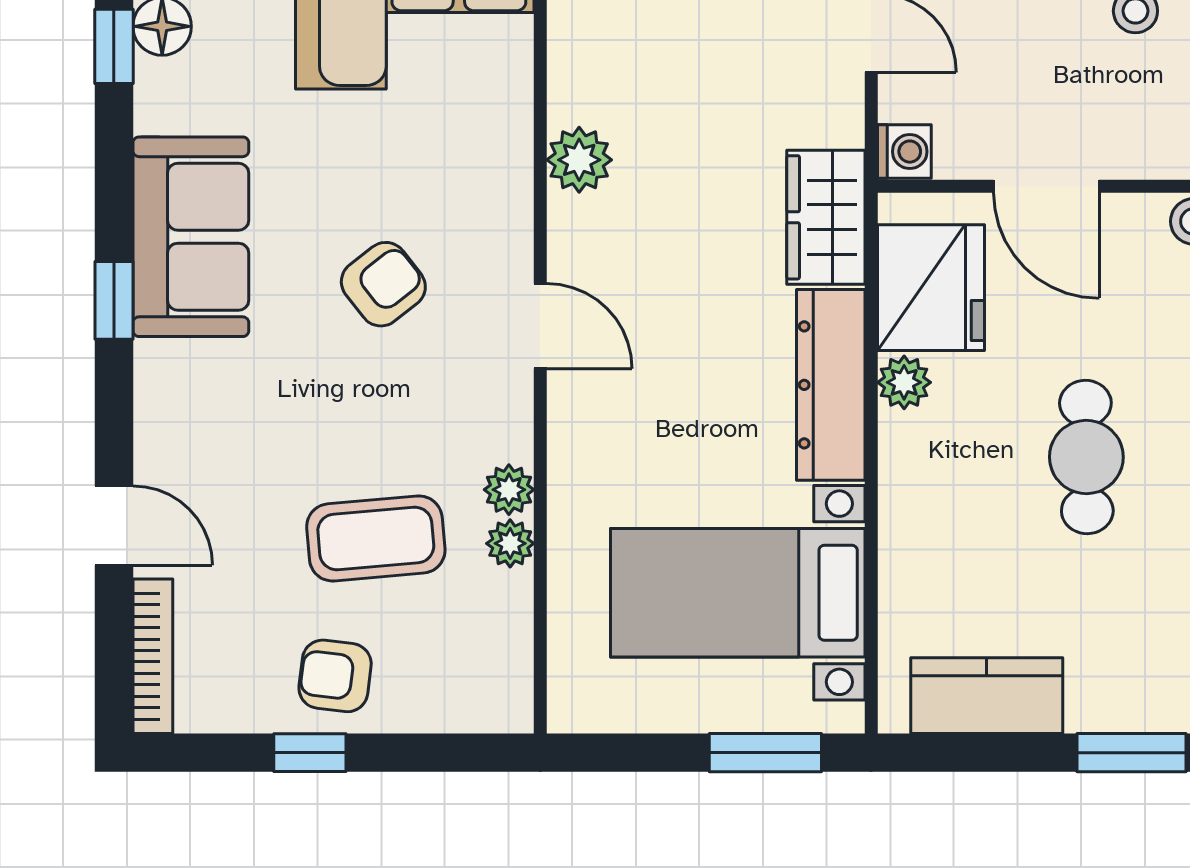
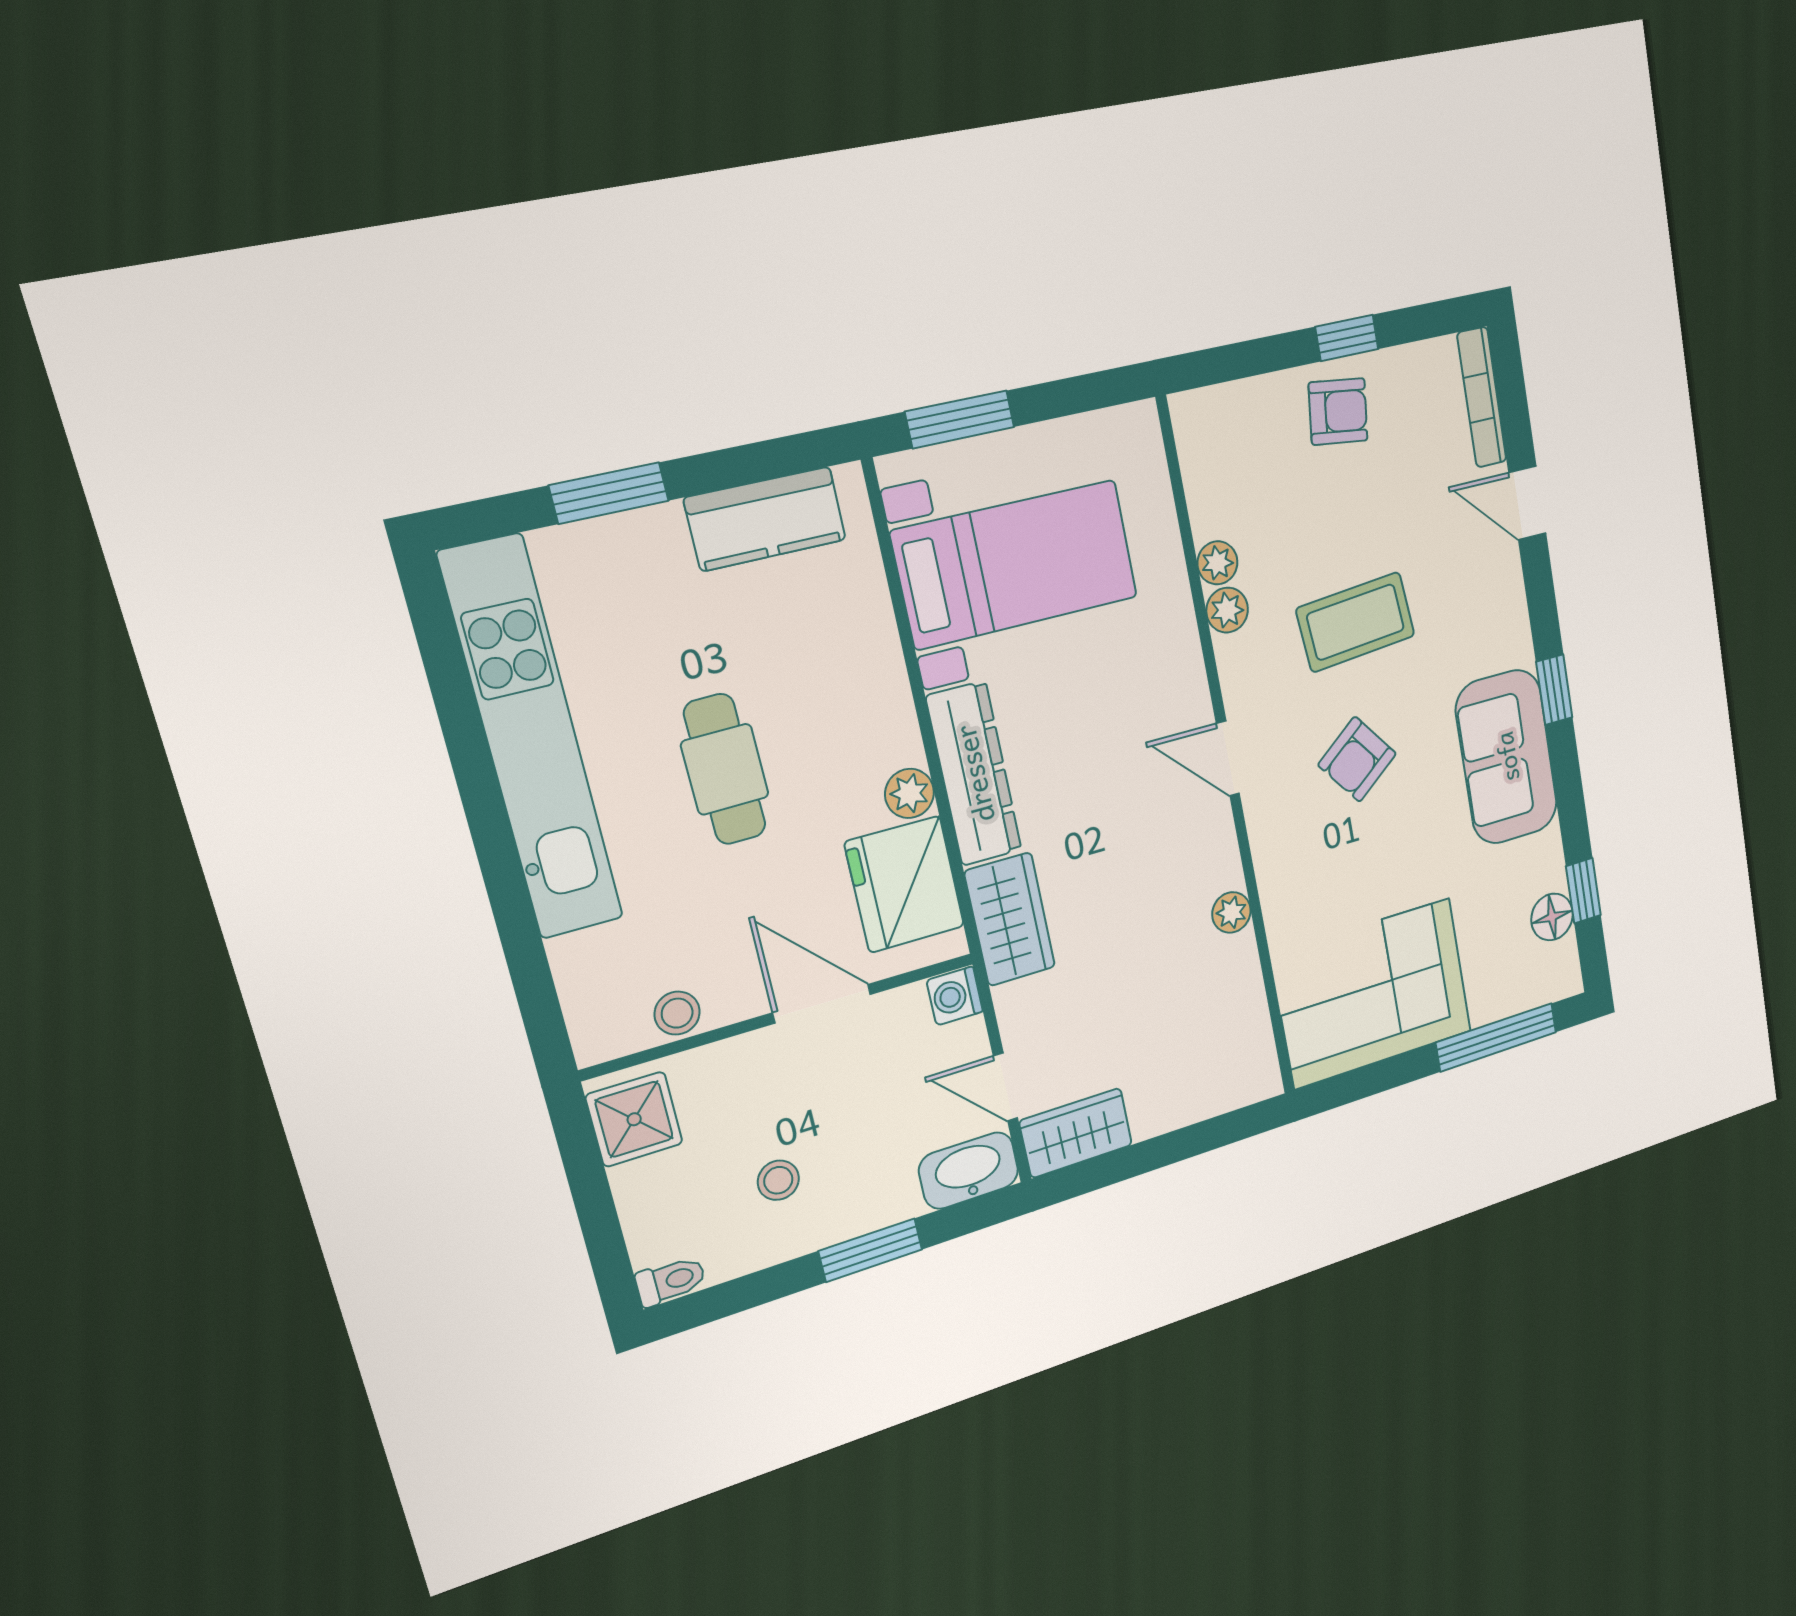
plant: (579, 160) -> (1231, 912), width x0.73, depth x0.73
coffee table: (376, 538) -> (1356, 622), moved

